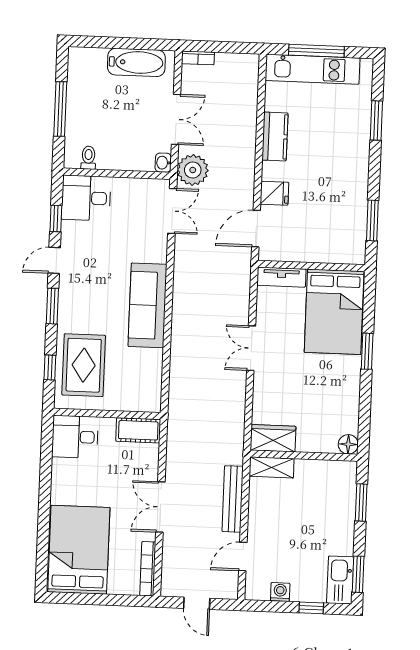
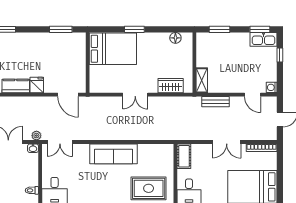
plant: (193, 170) -> (36, 136), width x0.53, depth x0.53
fridge: (274, 193) -> (37, 85), moved
double door: (172, 211) -> (60, 142), swing flipped
tv unit: (281, 277) -> (95, 79), removed
wardrobe: (273, 438) -> (171, 86), moved, turned 90
floor lamp: (348, 444) -> (175, 38), moved
bench: (233, 499) -> (215, 102), width x0.73
washing machine: (280, 592) -> (272, 87), moved

